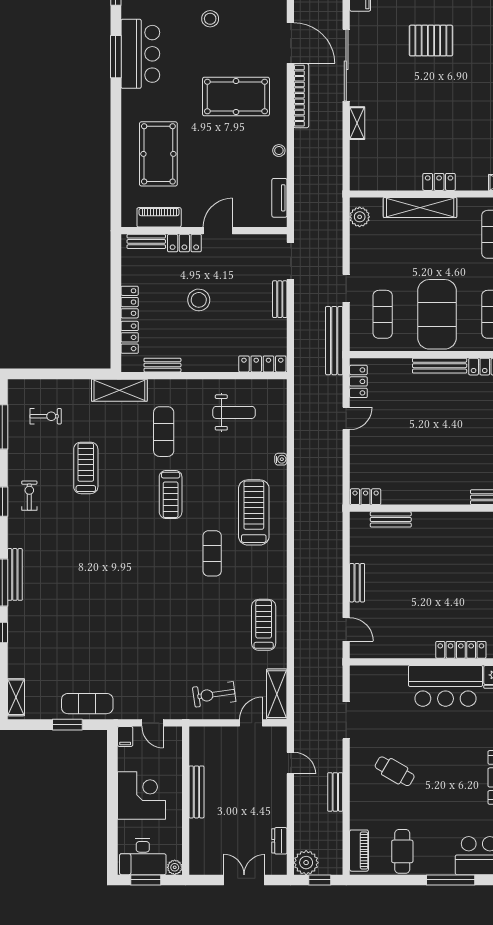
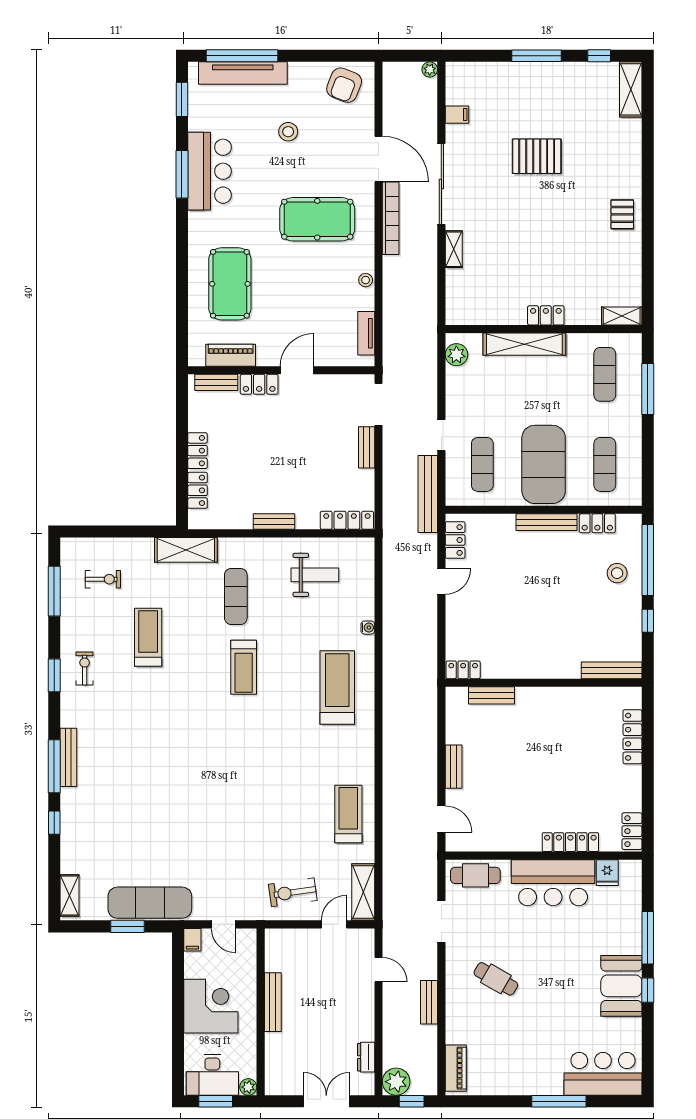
stool: (199, 300) -> (275, 448), removed
bench: (162, 365) -> (274, 522), moved
exercise mat: (212, 553) -> (290, 734), removed
exercise mat: (87, 704) -> (150, 903), width x1.36, depth x1.45
cafe table: (402, 851) -> (475, 875), moved, turned 90

